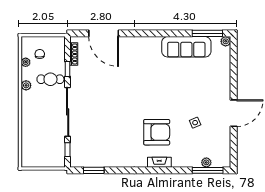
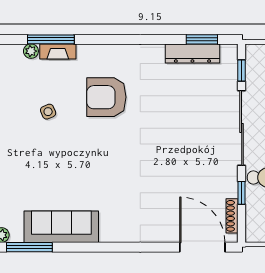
door: (104, 33) -> (202, 247), moved
dresser: (100, 161) -> (192, 53), added
fireplace: (159, 162) -> (58, 51), moved
window: (208, 170) -> (51, 39), moved

